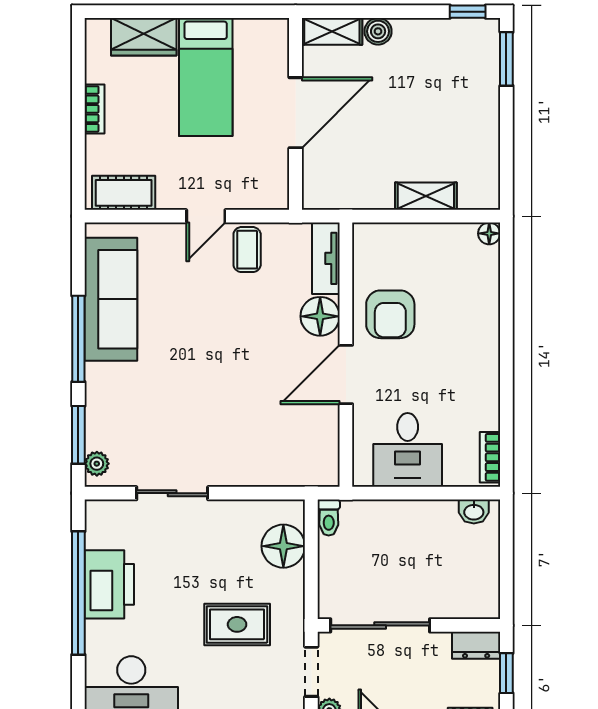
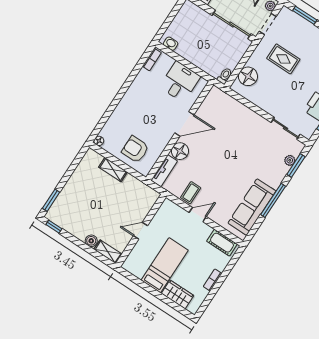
door: (296, 113) -> (141, 231), width x0.53
armchair: (390, 314) -> (135, 149), moved, turned -90
plant: (97, 464) -> (290, 160), moved
sliding door: (172, 493) -> (286, 128), moved

